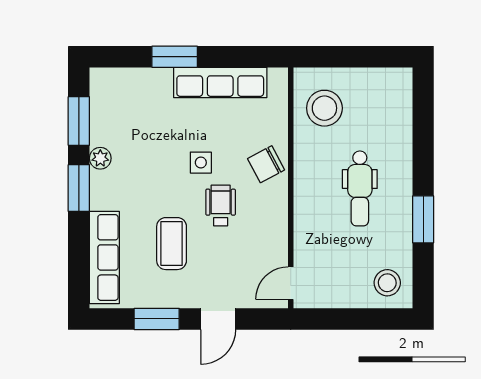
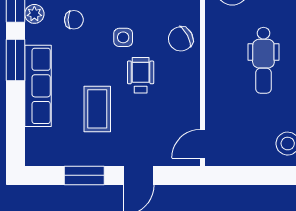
chair: (145, 143) -> (74, 20), added
plant: (100, 158) -> (34, 14), moved
row of seats: (104, 257) -> (38, 86), moved

